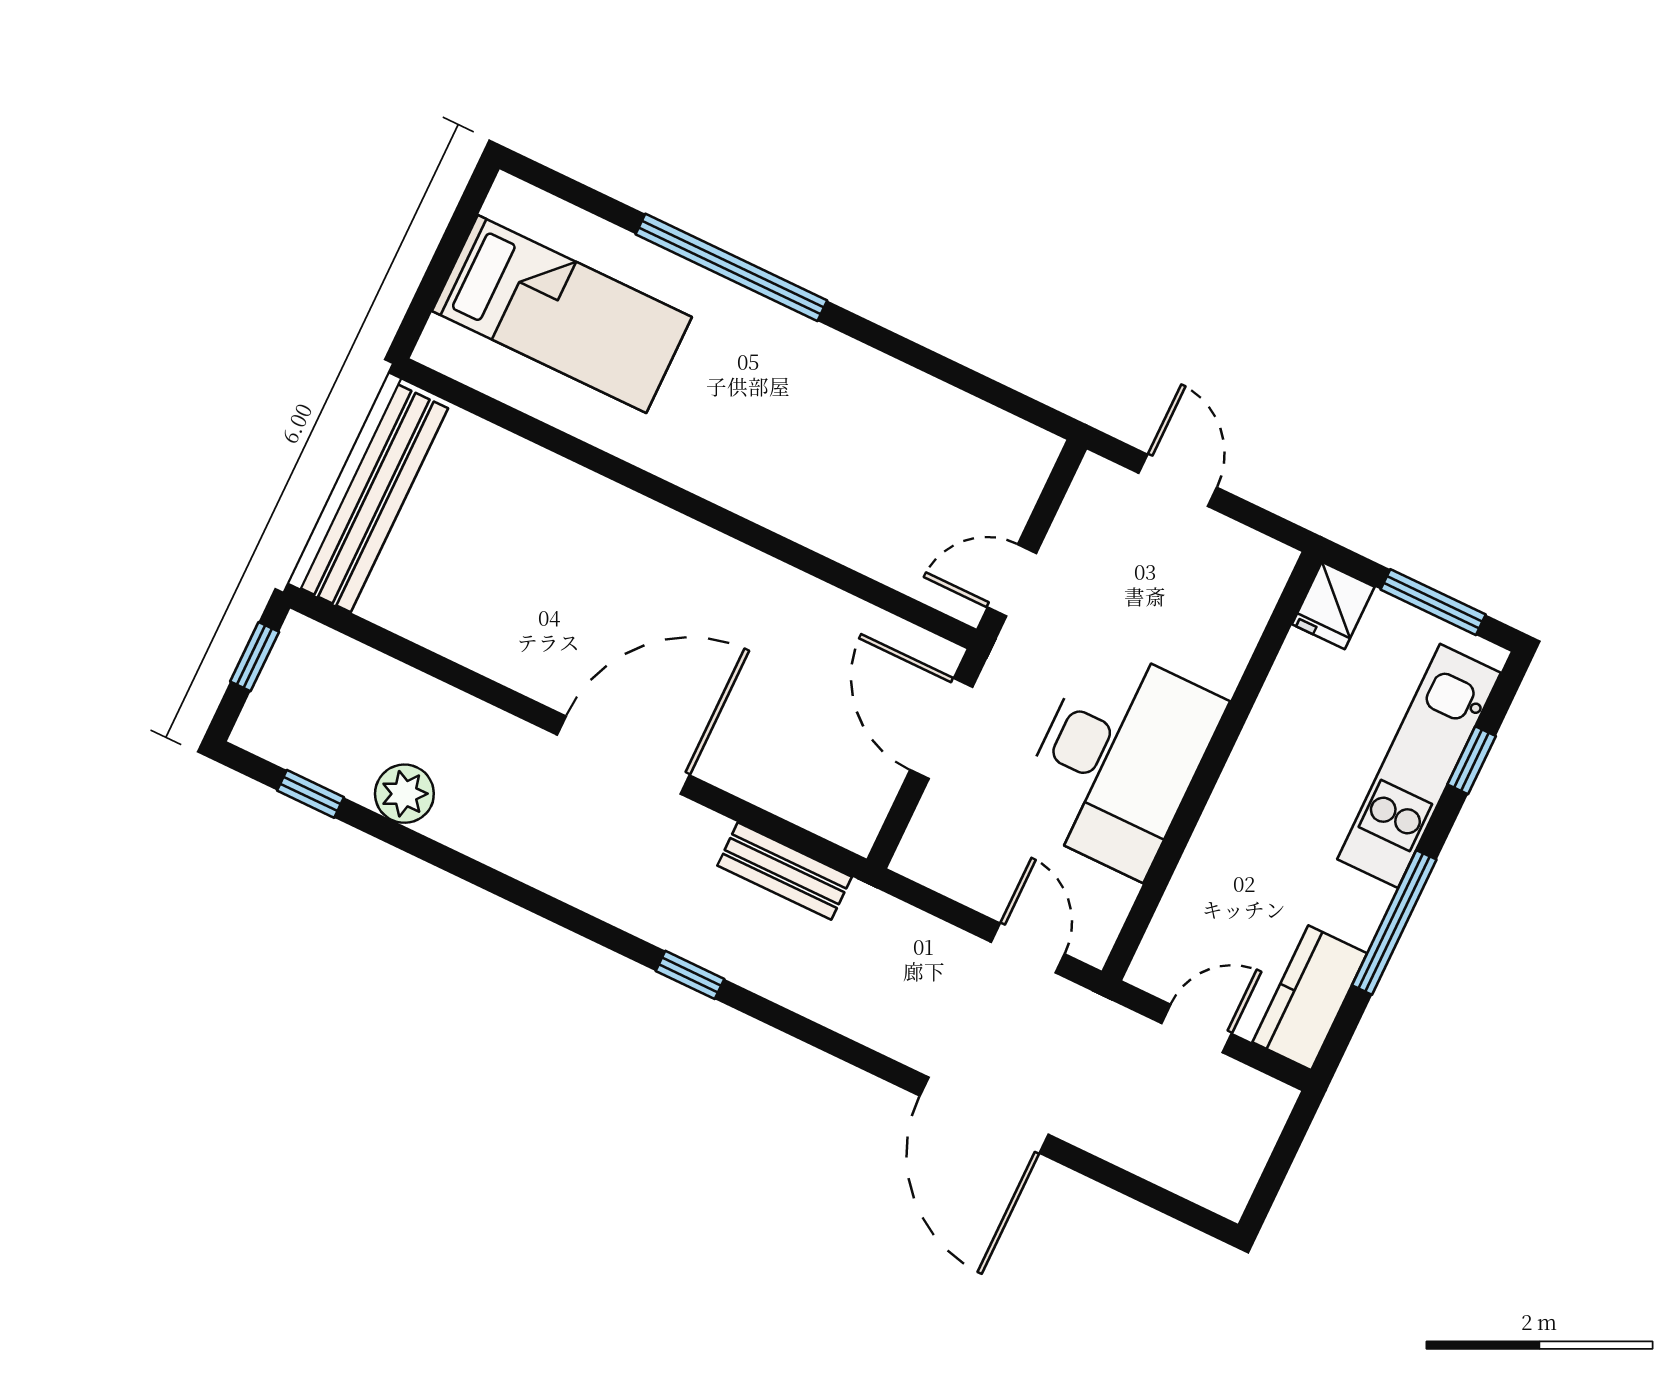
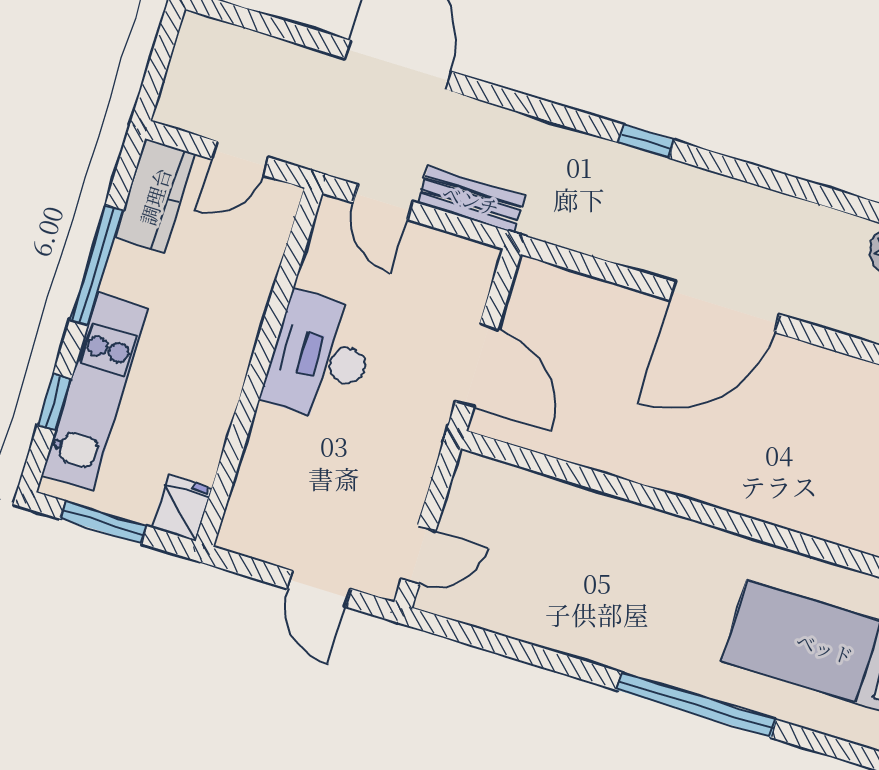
door: (1012, 580) -> (418, 555), moved
desk: (1118, 760) -> (320, 357), width x0.73, depth x0.77
bench: (785, 871) -> (471, 200), moved

